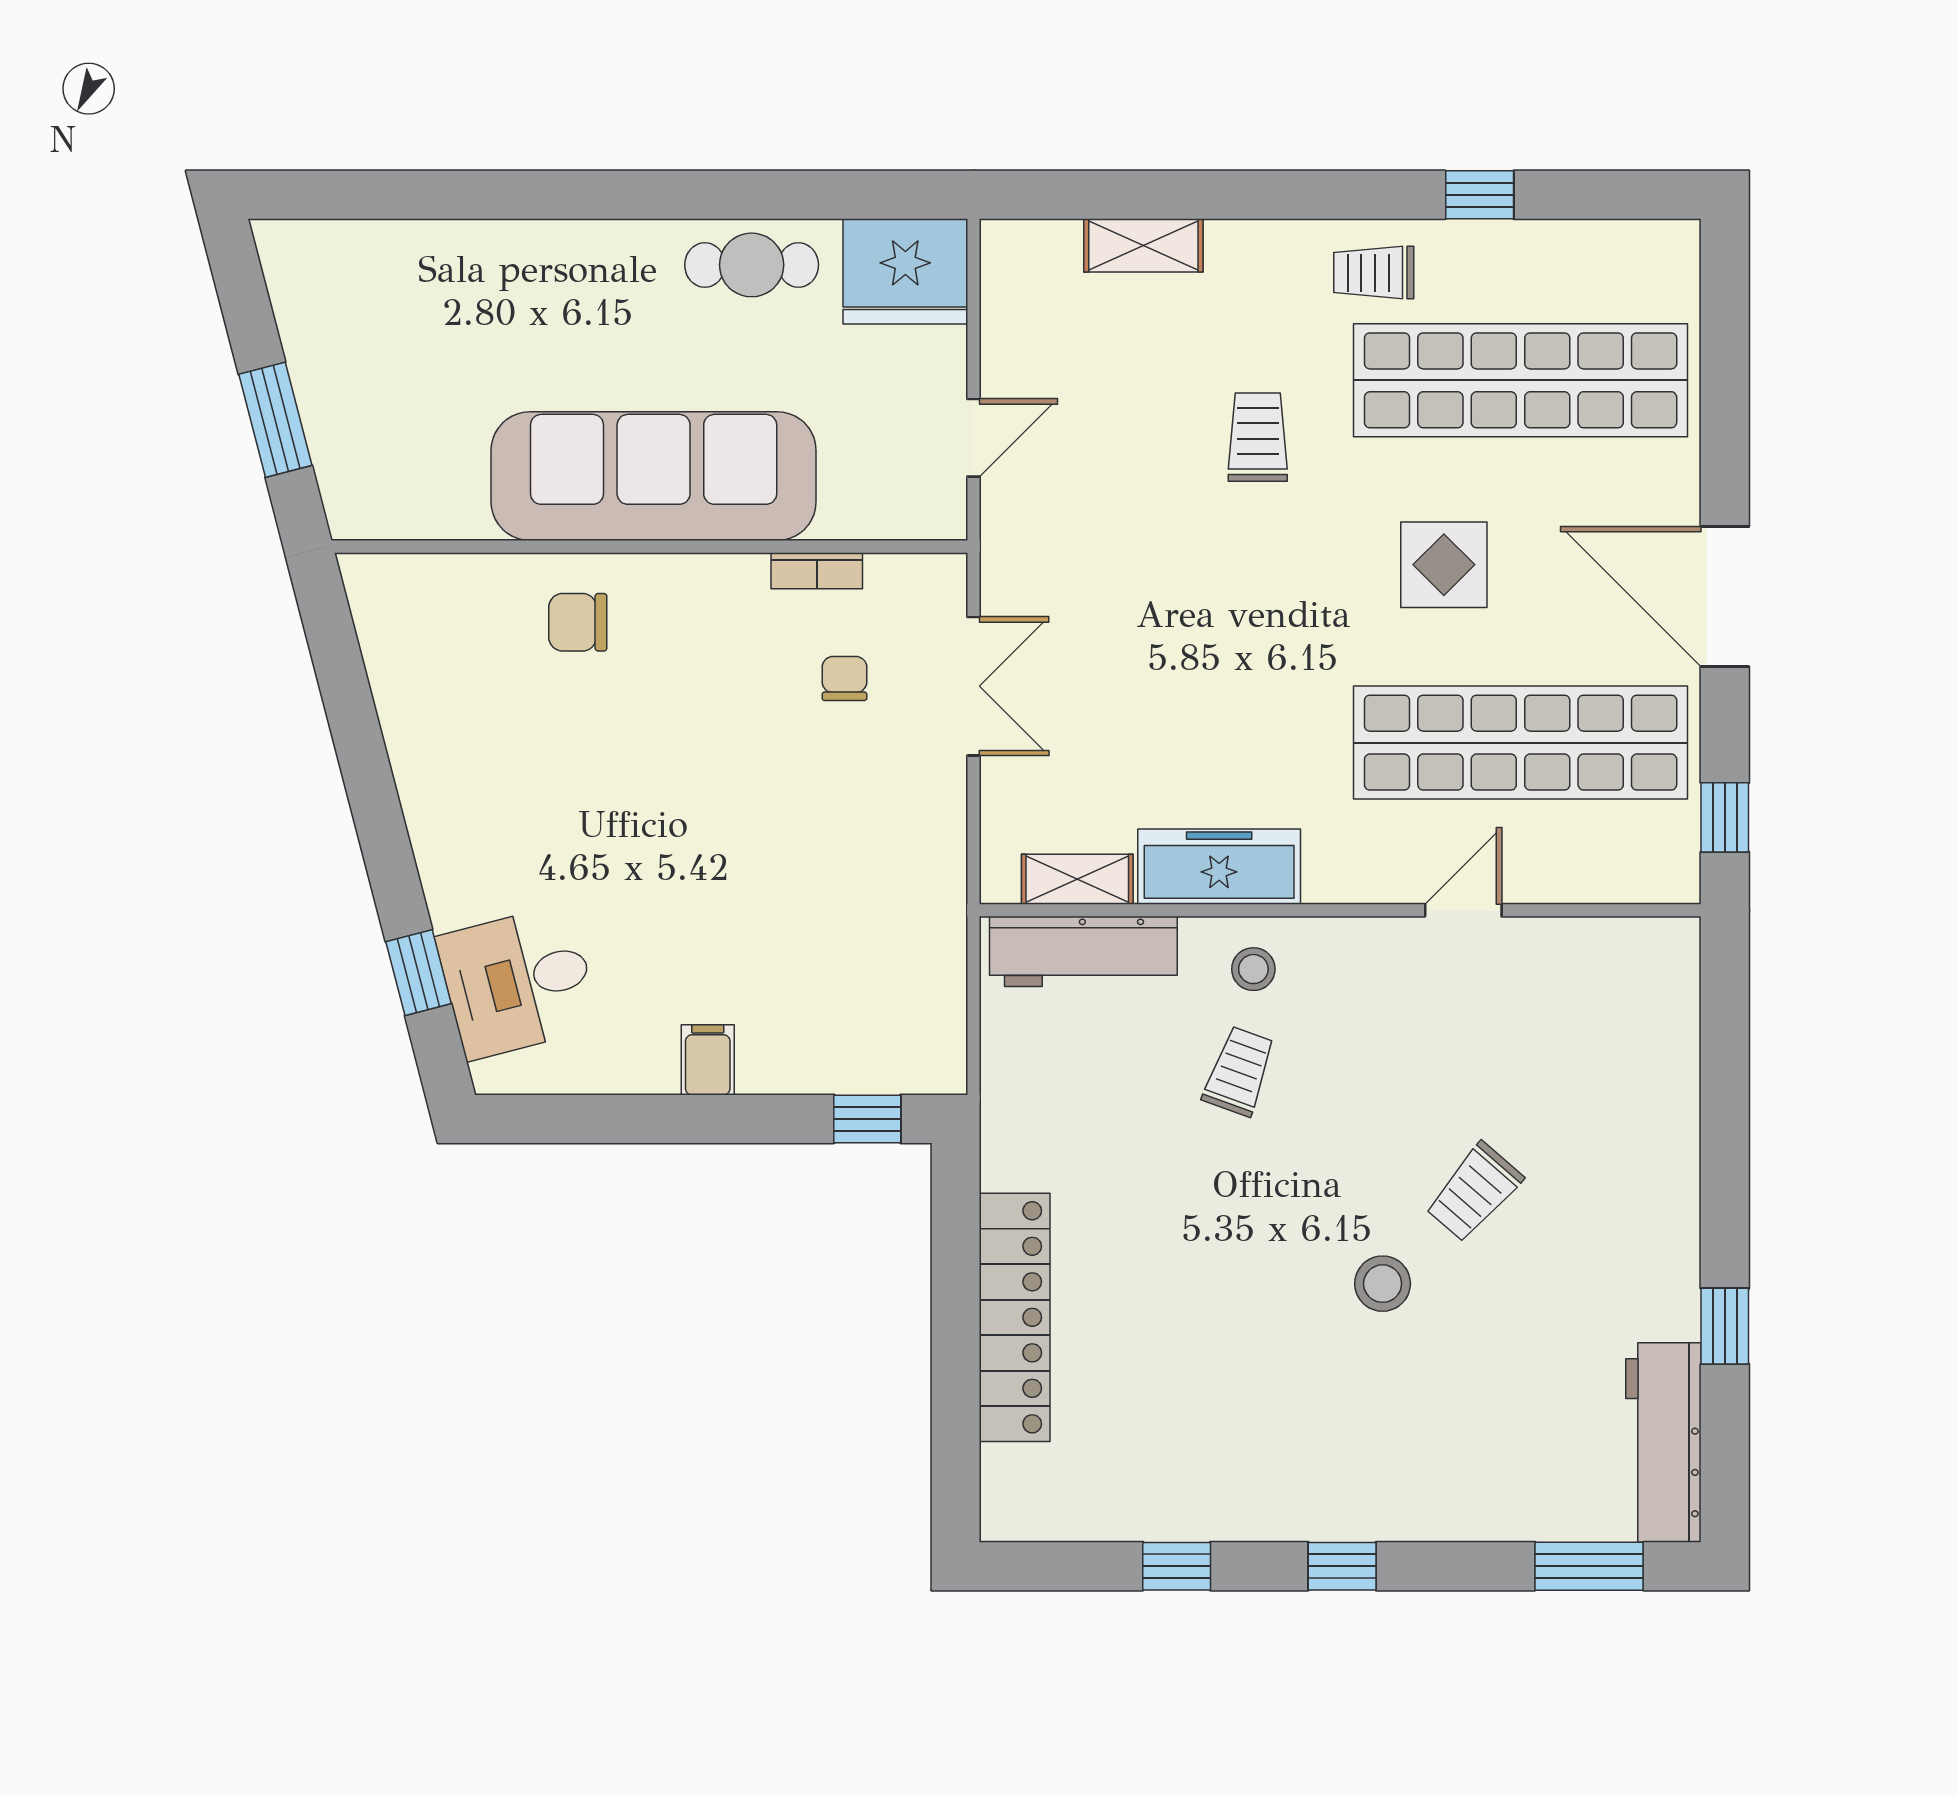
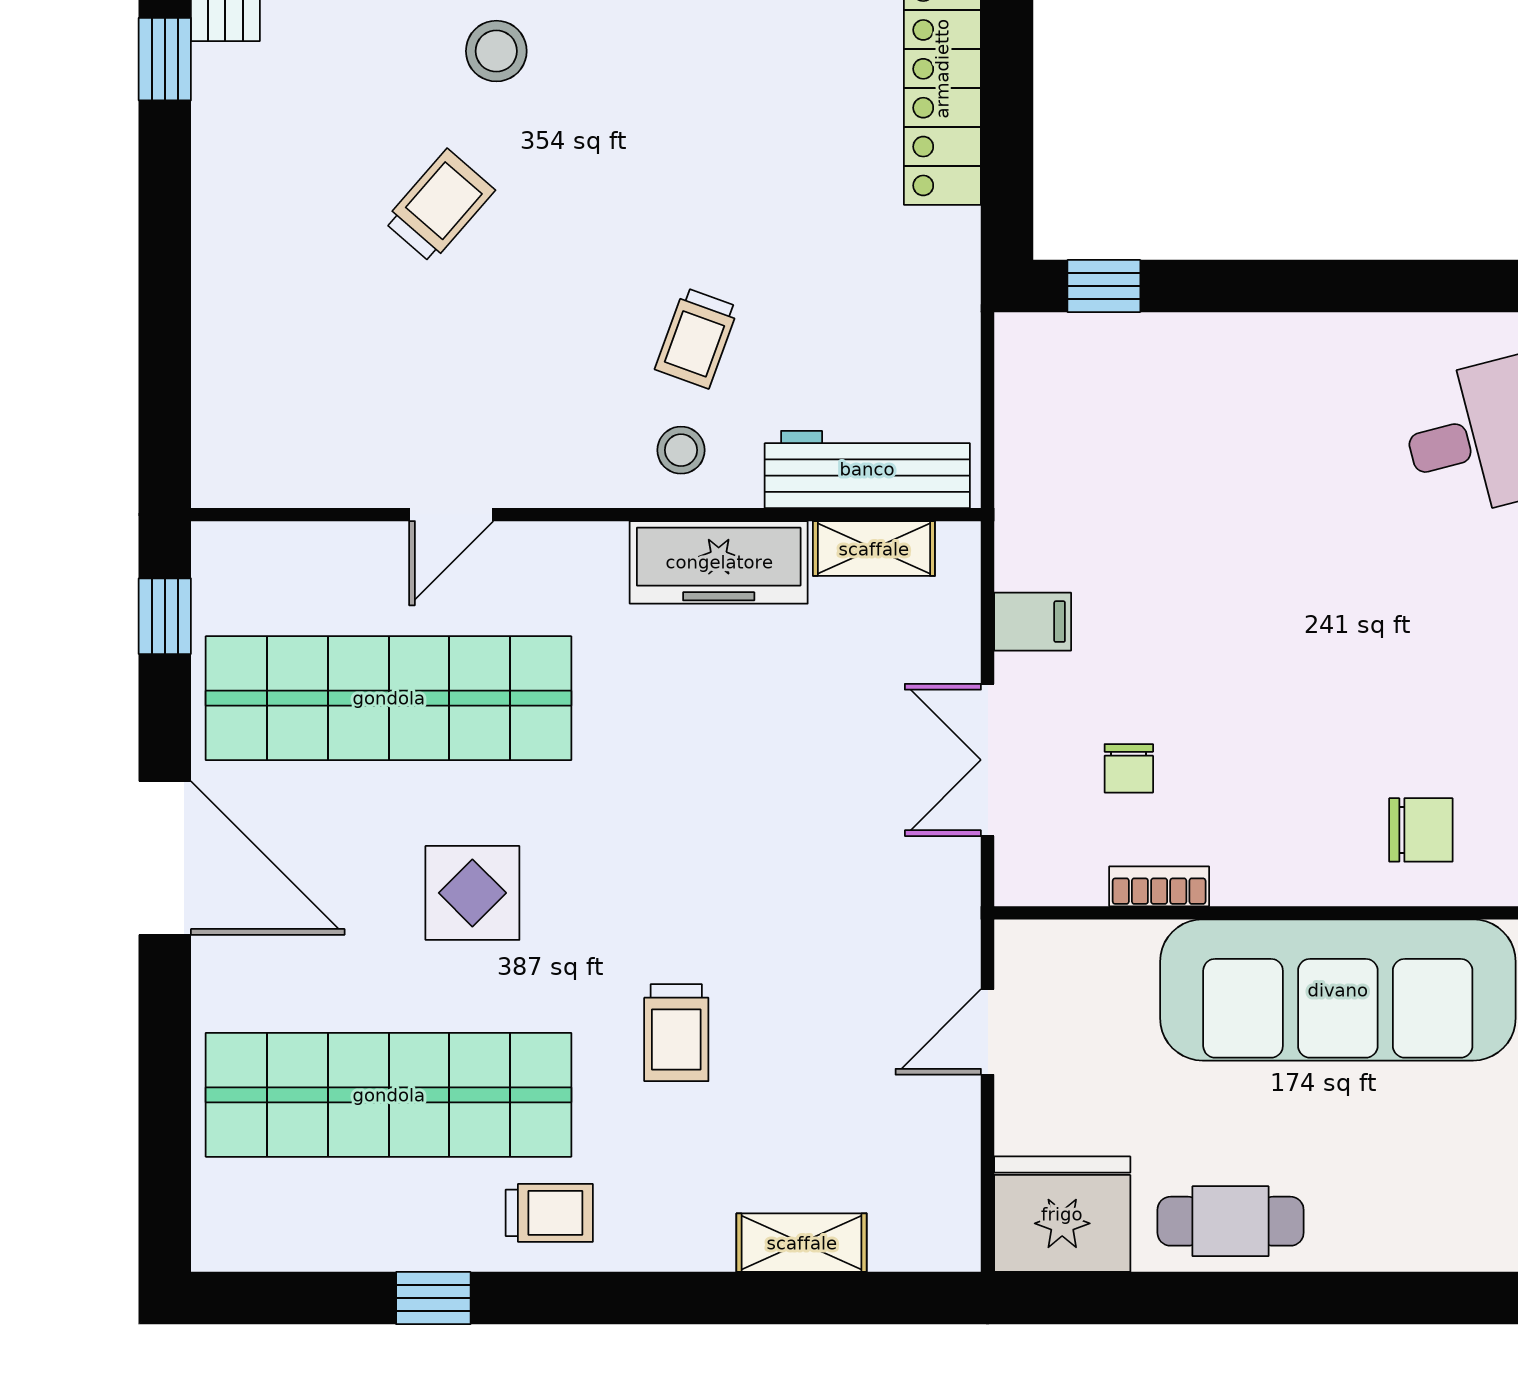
filing cabinet: (708, 1060) -> (1033, 622), moved, turned -90
stool: (1383, 1284) -> (496, 51), moved

